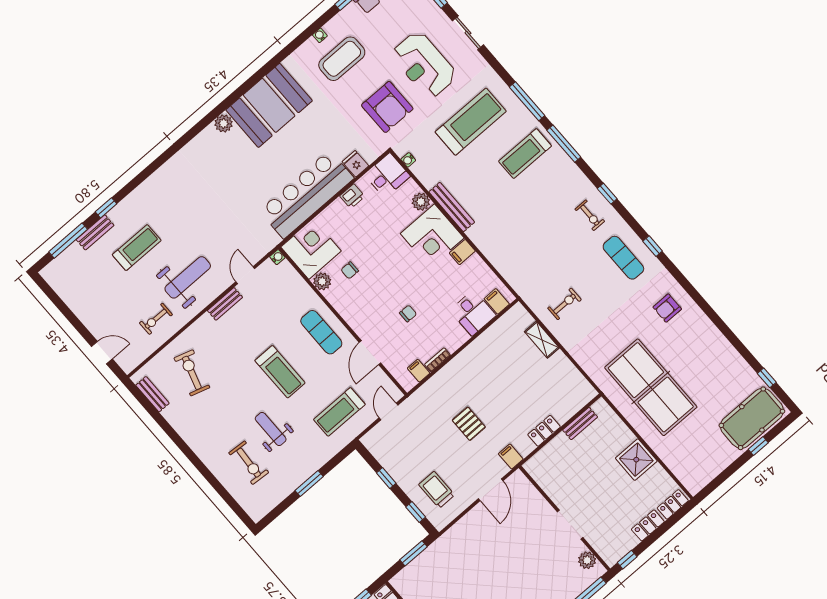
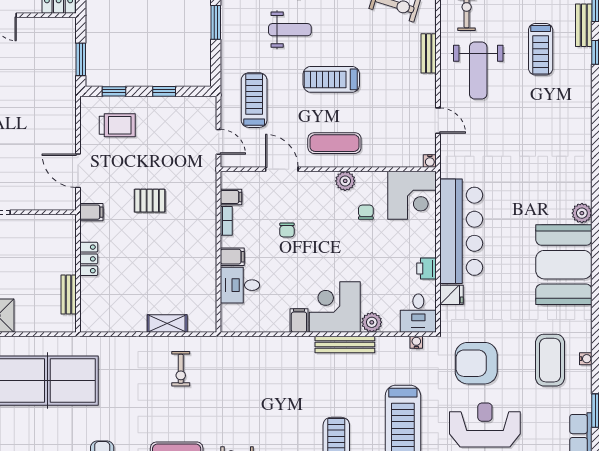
plant: (322, 281) -> (345, 181), moved
filing cabinet: (497, 301) -> (232, 257), moved
bench: (225, 304) -> (429, 53), moved

